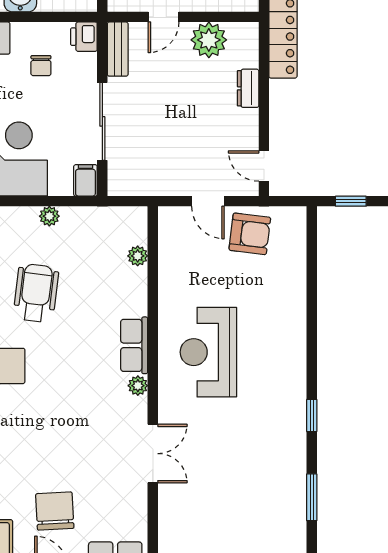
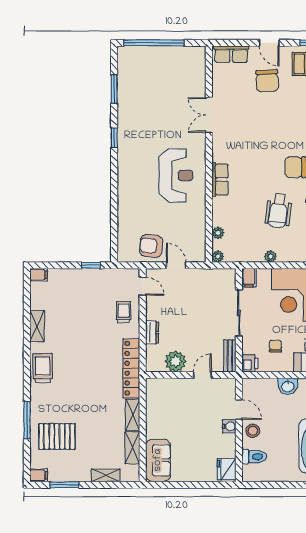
trolley: (296, 123) -> (124, 312), added
plant: (138, 386) -> (218, 256), moved

